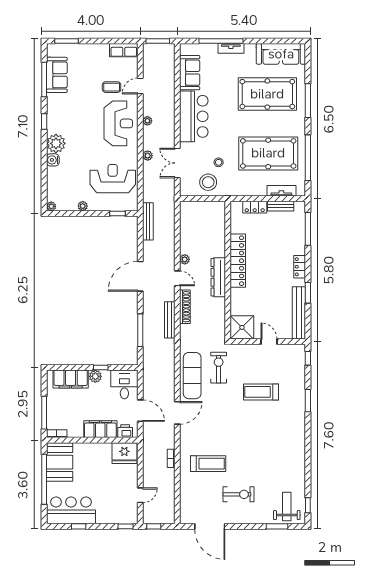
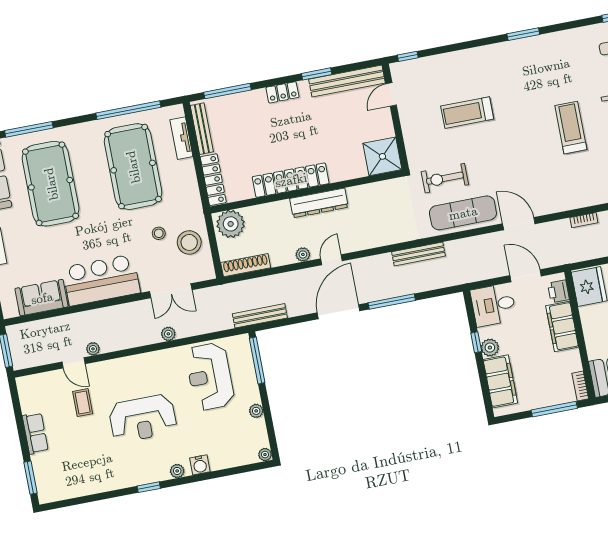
row of seats: (124, 50) -> (35, 433), moved
sofa: (57, 75) -> (80, 482), removed
window: (44, 79) -> (90, 498), removed
window: (308, 101) -> (29, 129), moved
plant: (147, 121) -> (93, 349), moved
reception desk: (118, 123) -> (143, 418), moved, turned 180
plant: (56, 143) -> (177, 471), width x0.53, depth x0.53
bench: (281, 206) -> (202, 129), width x1.36
locker: (255, 207) -> (213, 180), width x1.53
window: (117, 213) -> (257, 360), width x2.17
plant: (215, 213) -> (231, 224), added
door: (140, 276) -> (338, 312), swing flipped
shoe rack: (185, 307) -> (246, 265), moved
bench: (170, 320) -> (418, 254), moved
window: (140, 330) -> (392, 302), moved
door: (269, 342) -> (391, 94), moved
treadmill: (261, 392) -> (467, 113), turned 90
window: (308, 401) -> (523, 34), moved
door: (140, 411) -> (526, 276), hinge flipped
treadmill: (208, 464) -> (571, 128), moved

